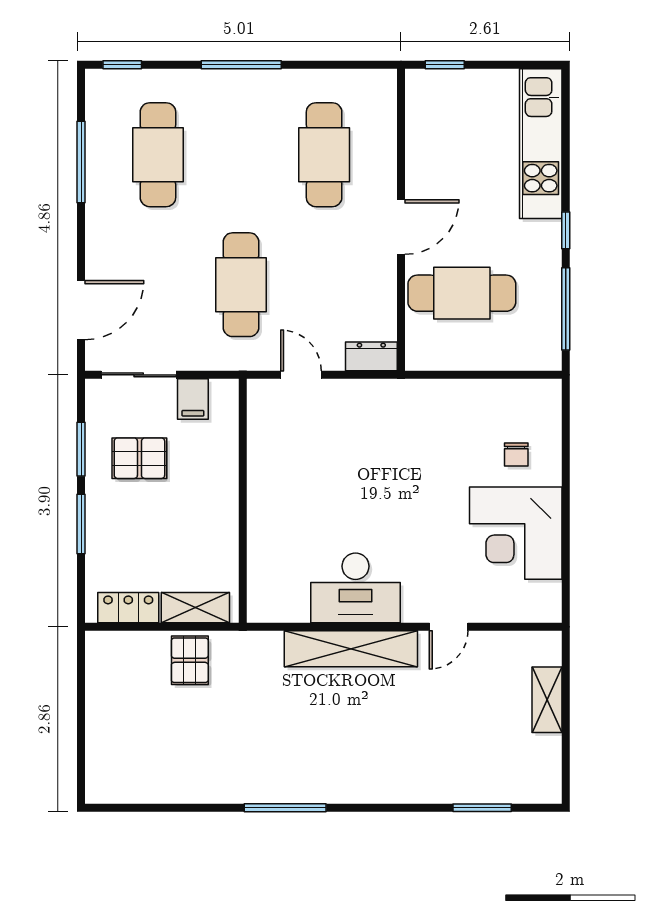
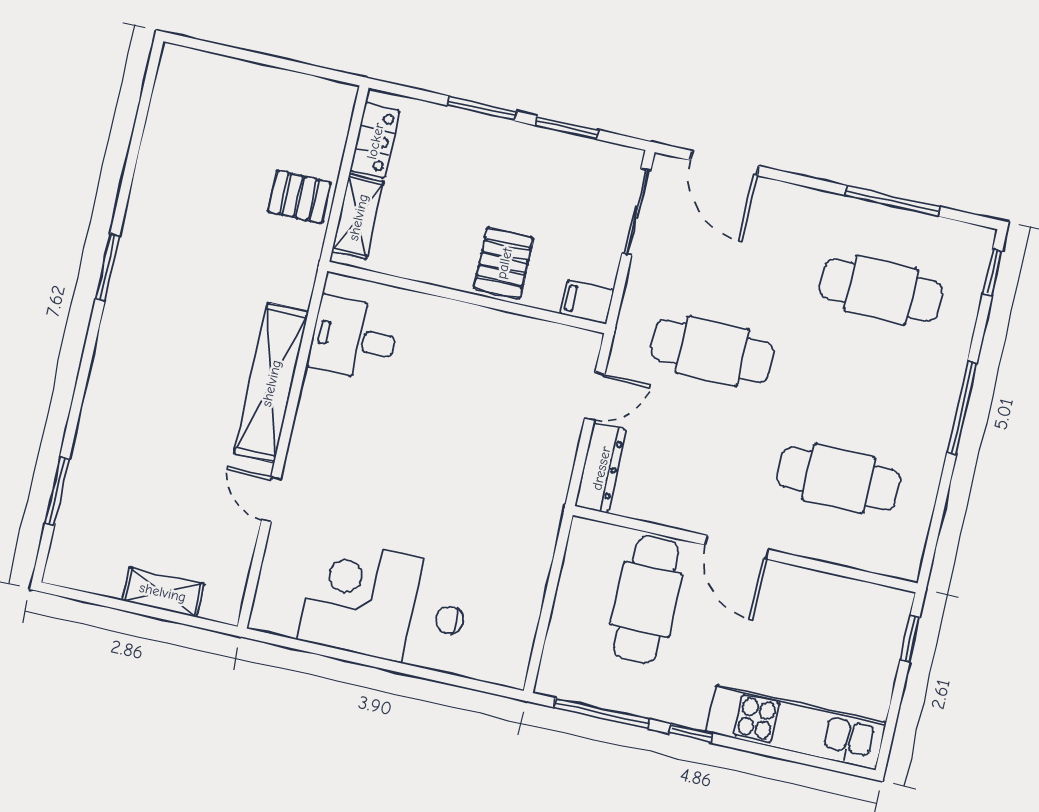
dresser: (371, 356) -> (601, 468), width x1.44
filing cabinet: (193, 399) -> (587, 302), moved
pallet: (139, 458) -> (504, 263), moved
desk: (356, 588) -> (354, 339), moved, width x0.73
window: (285, 808) -> (108, 267), width x0.69

